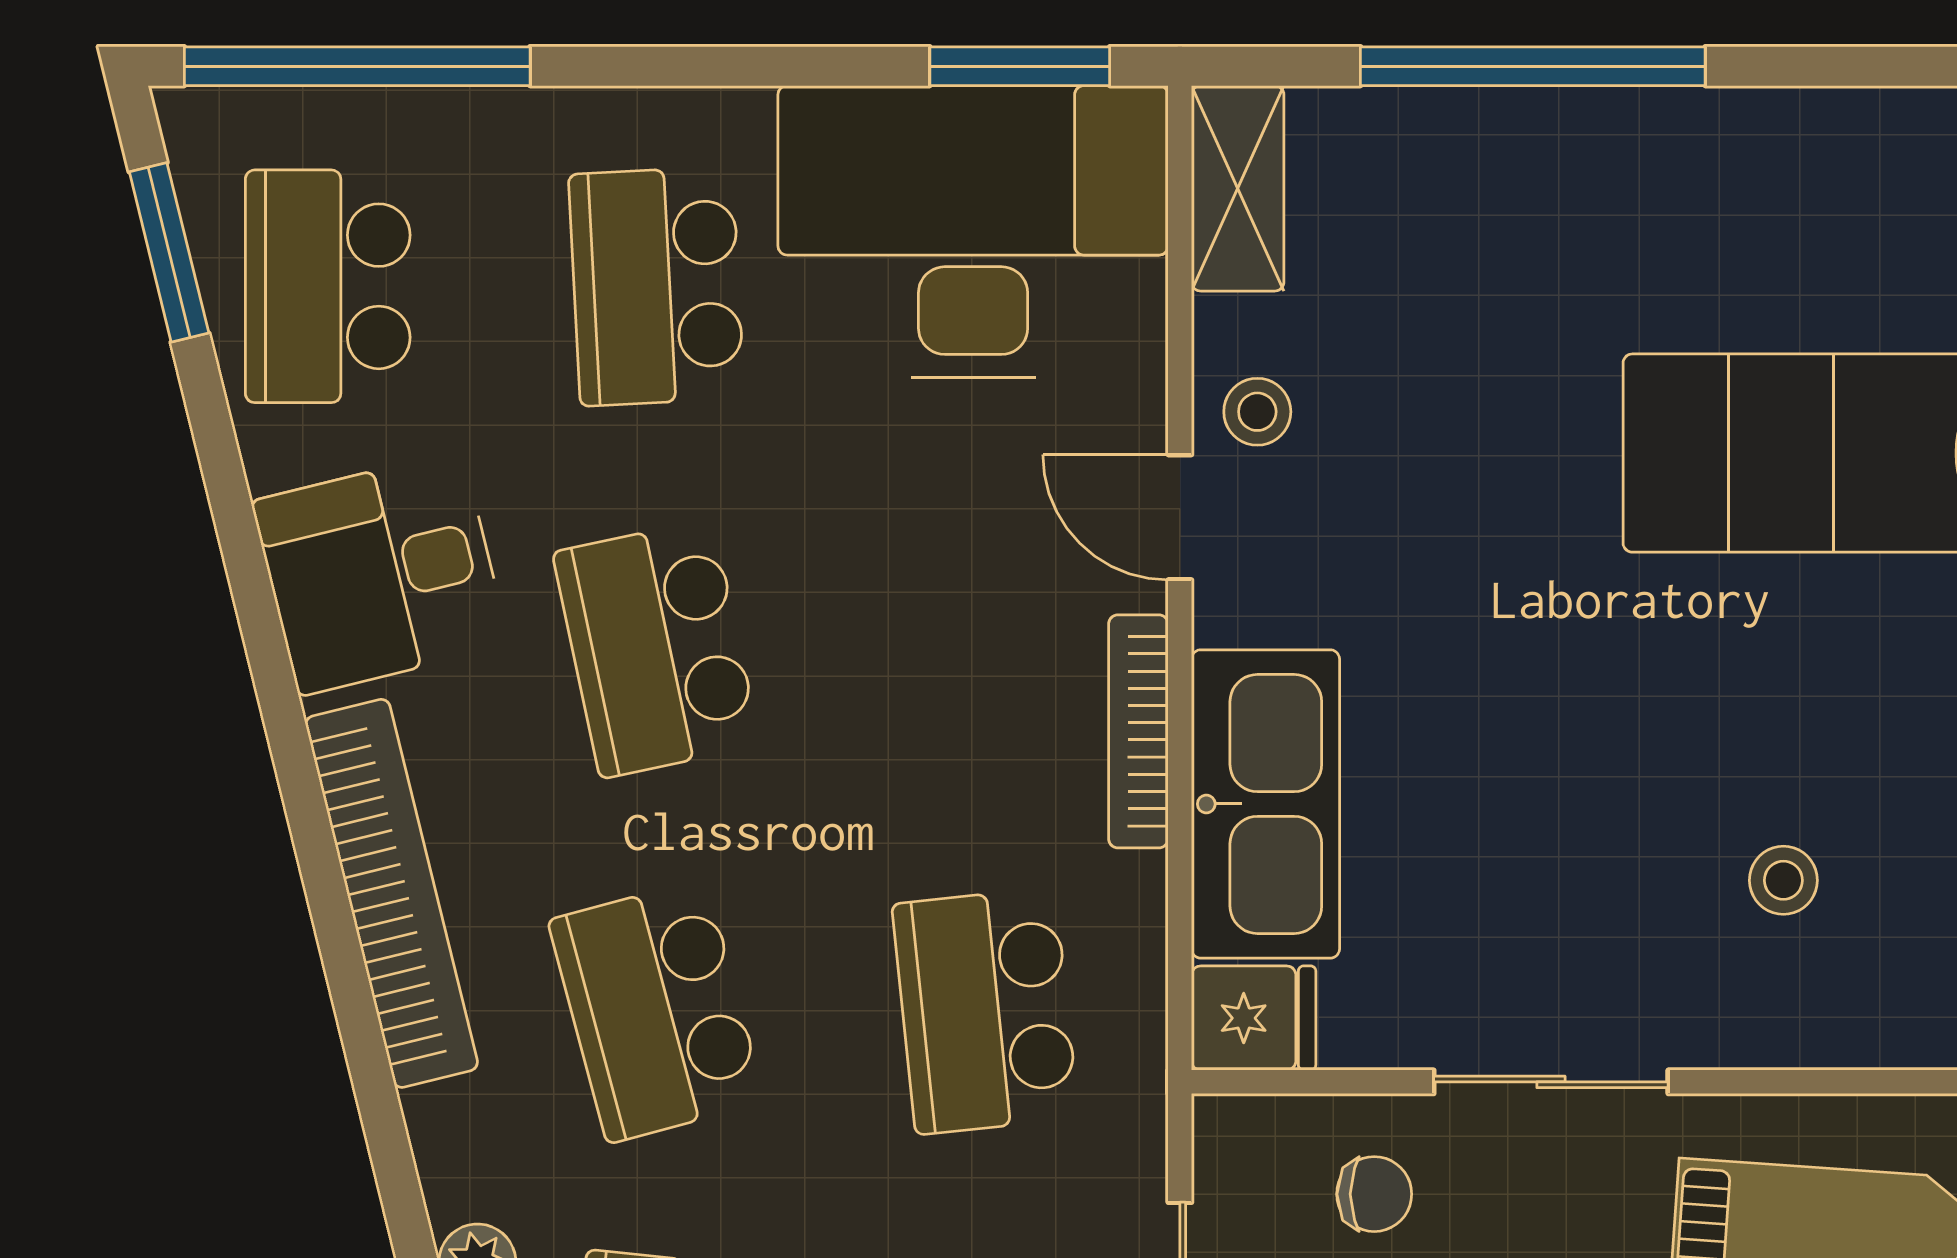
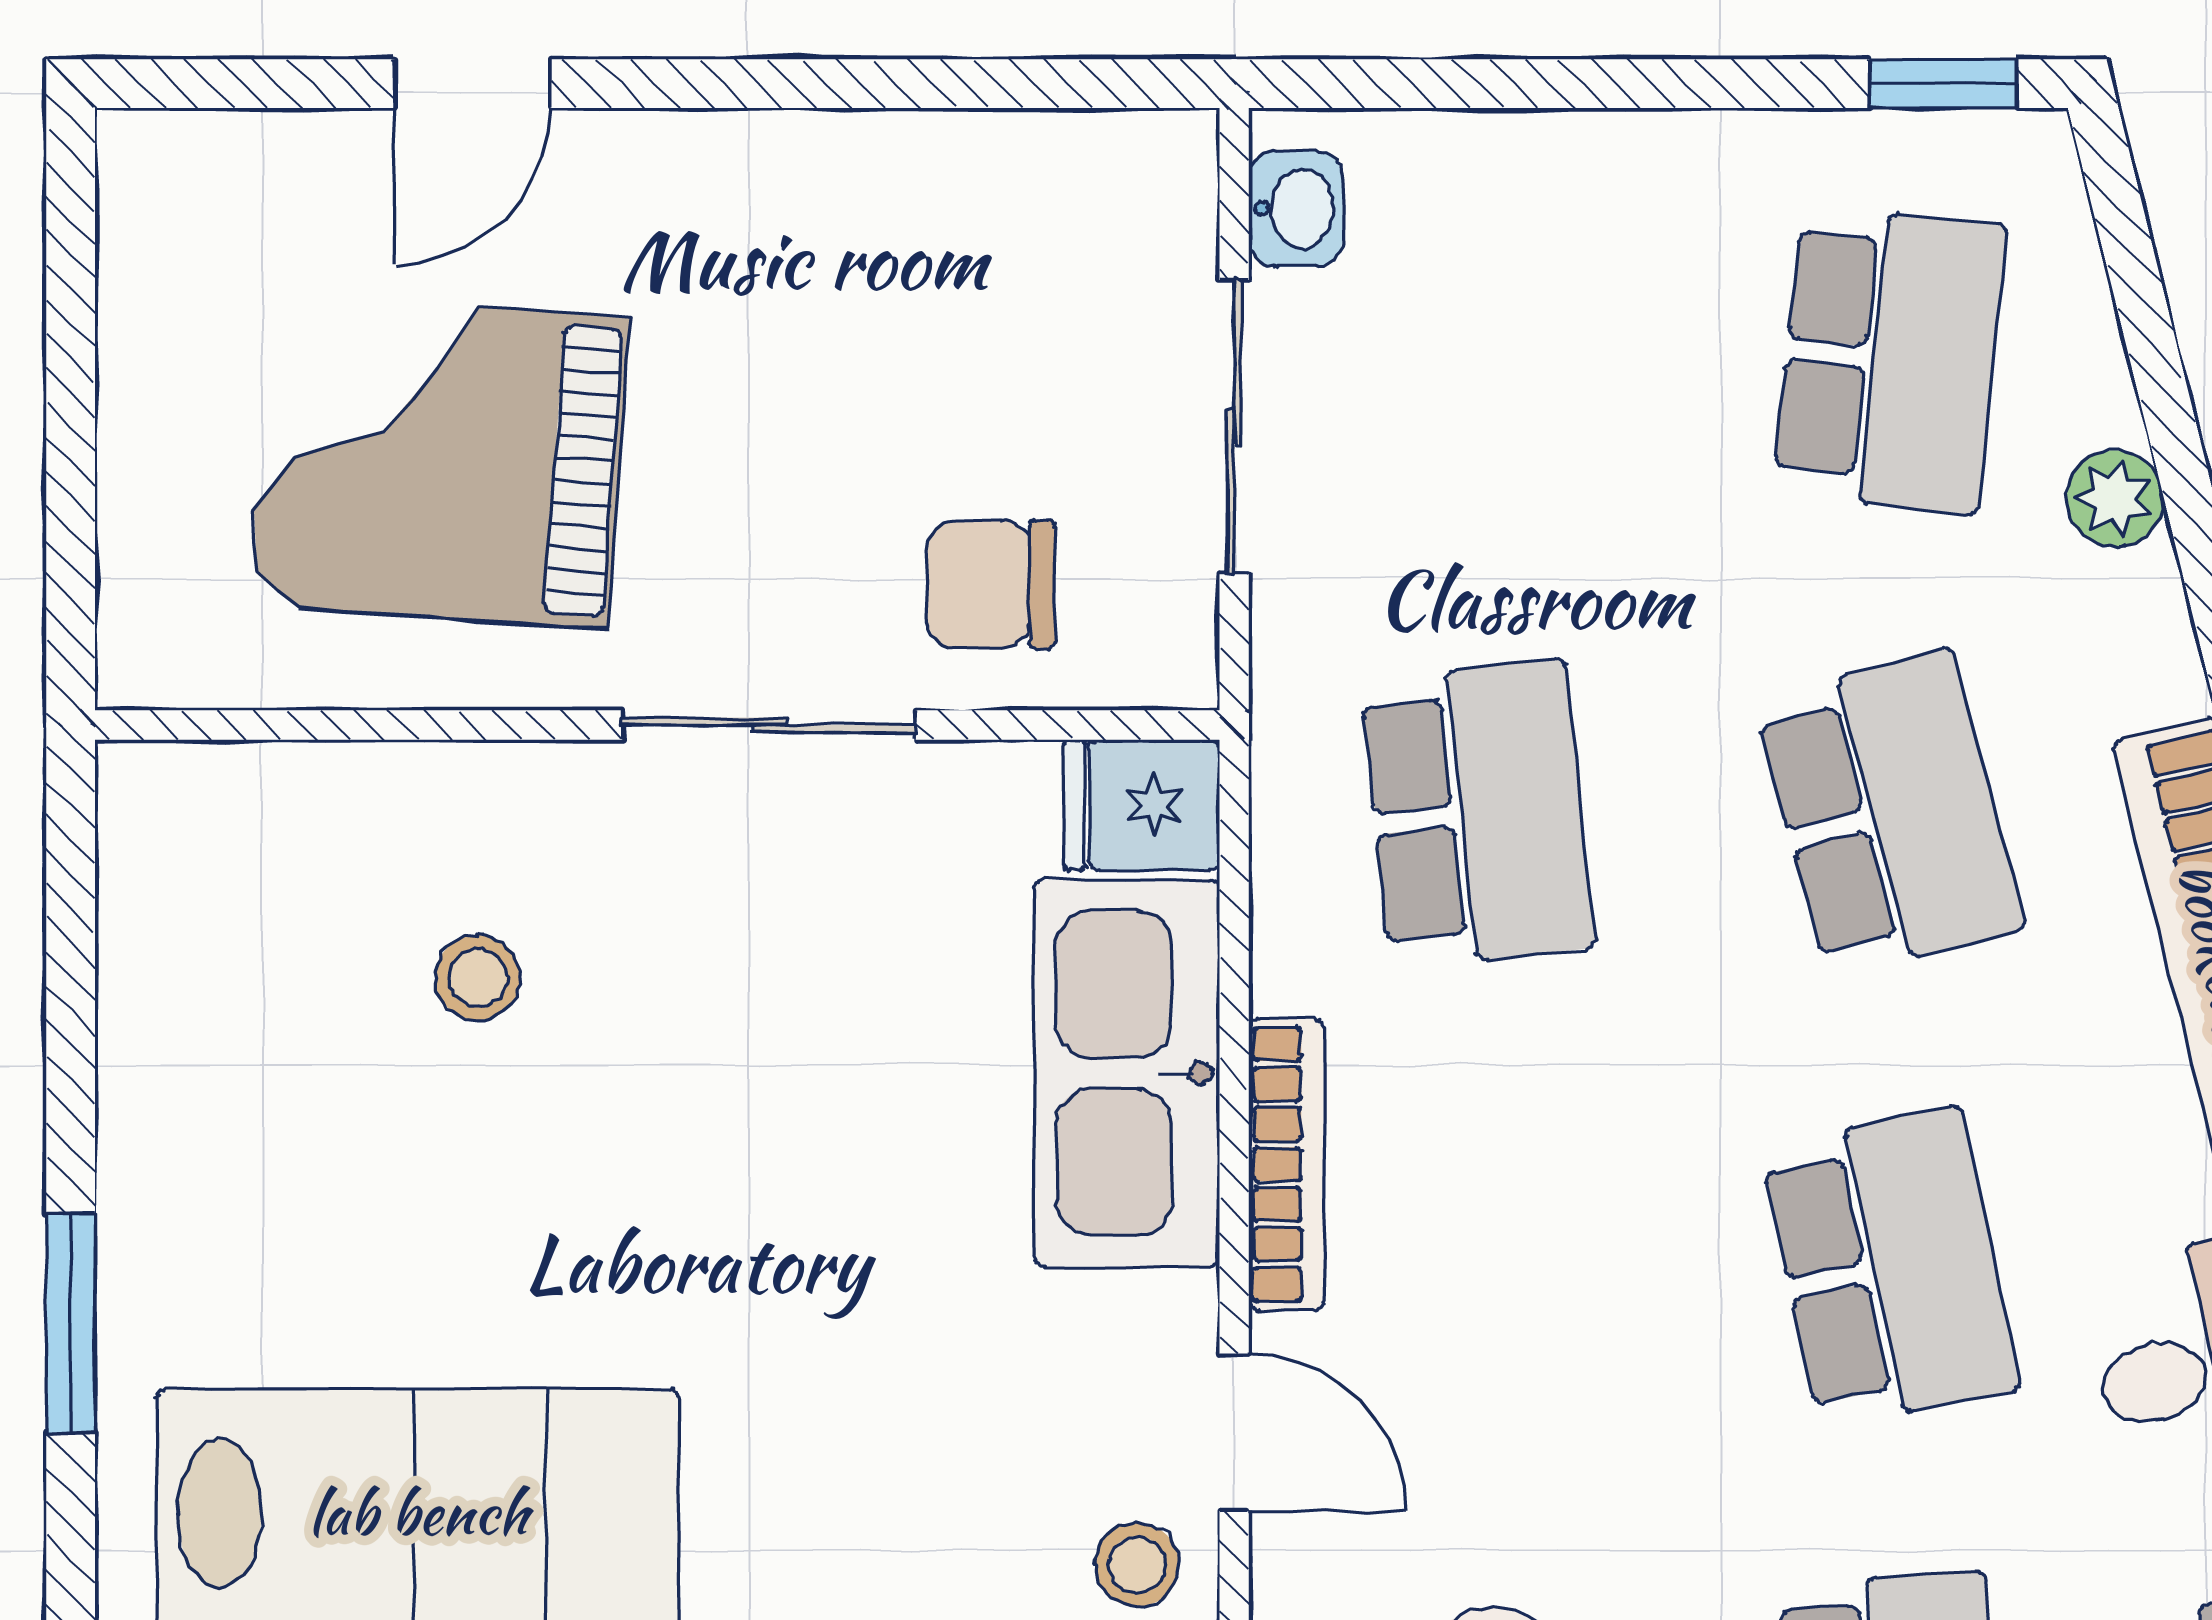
chair: (1374, 1194) -> (991, 584), width x1.37, depth x1.37

